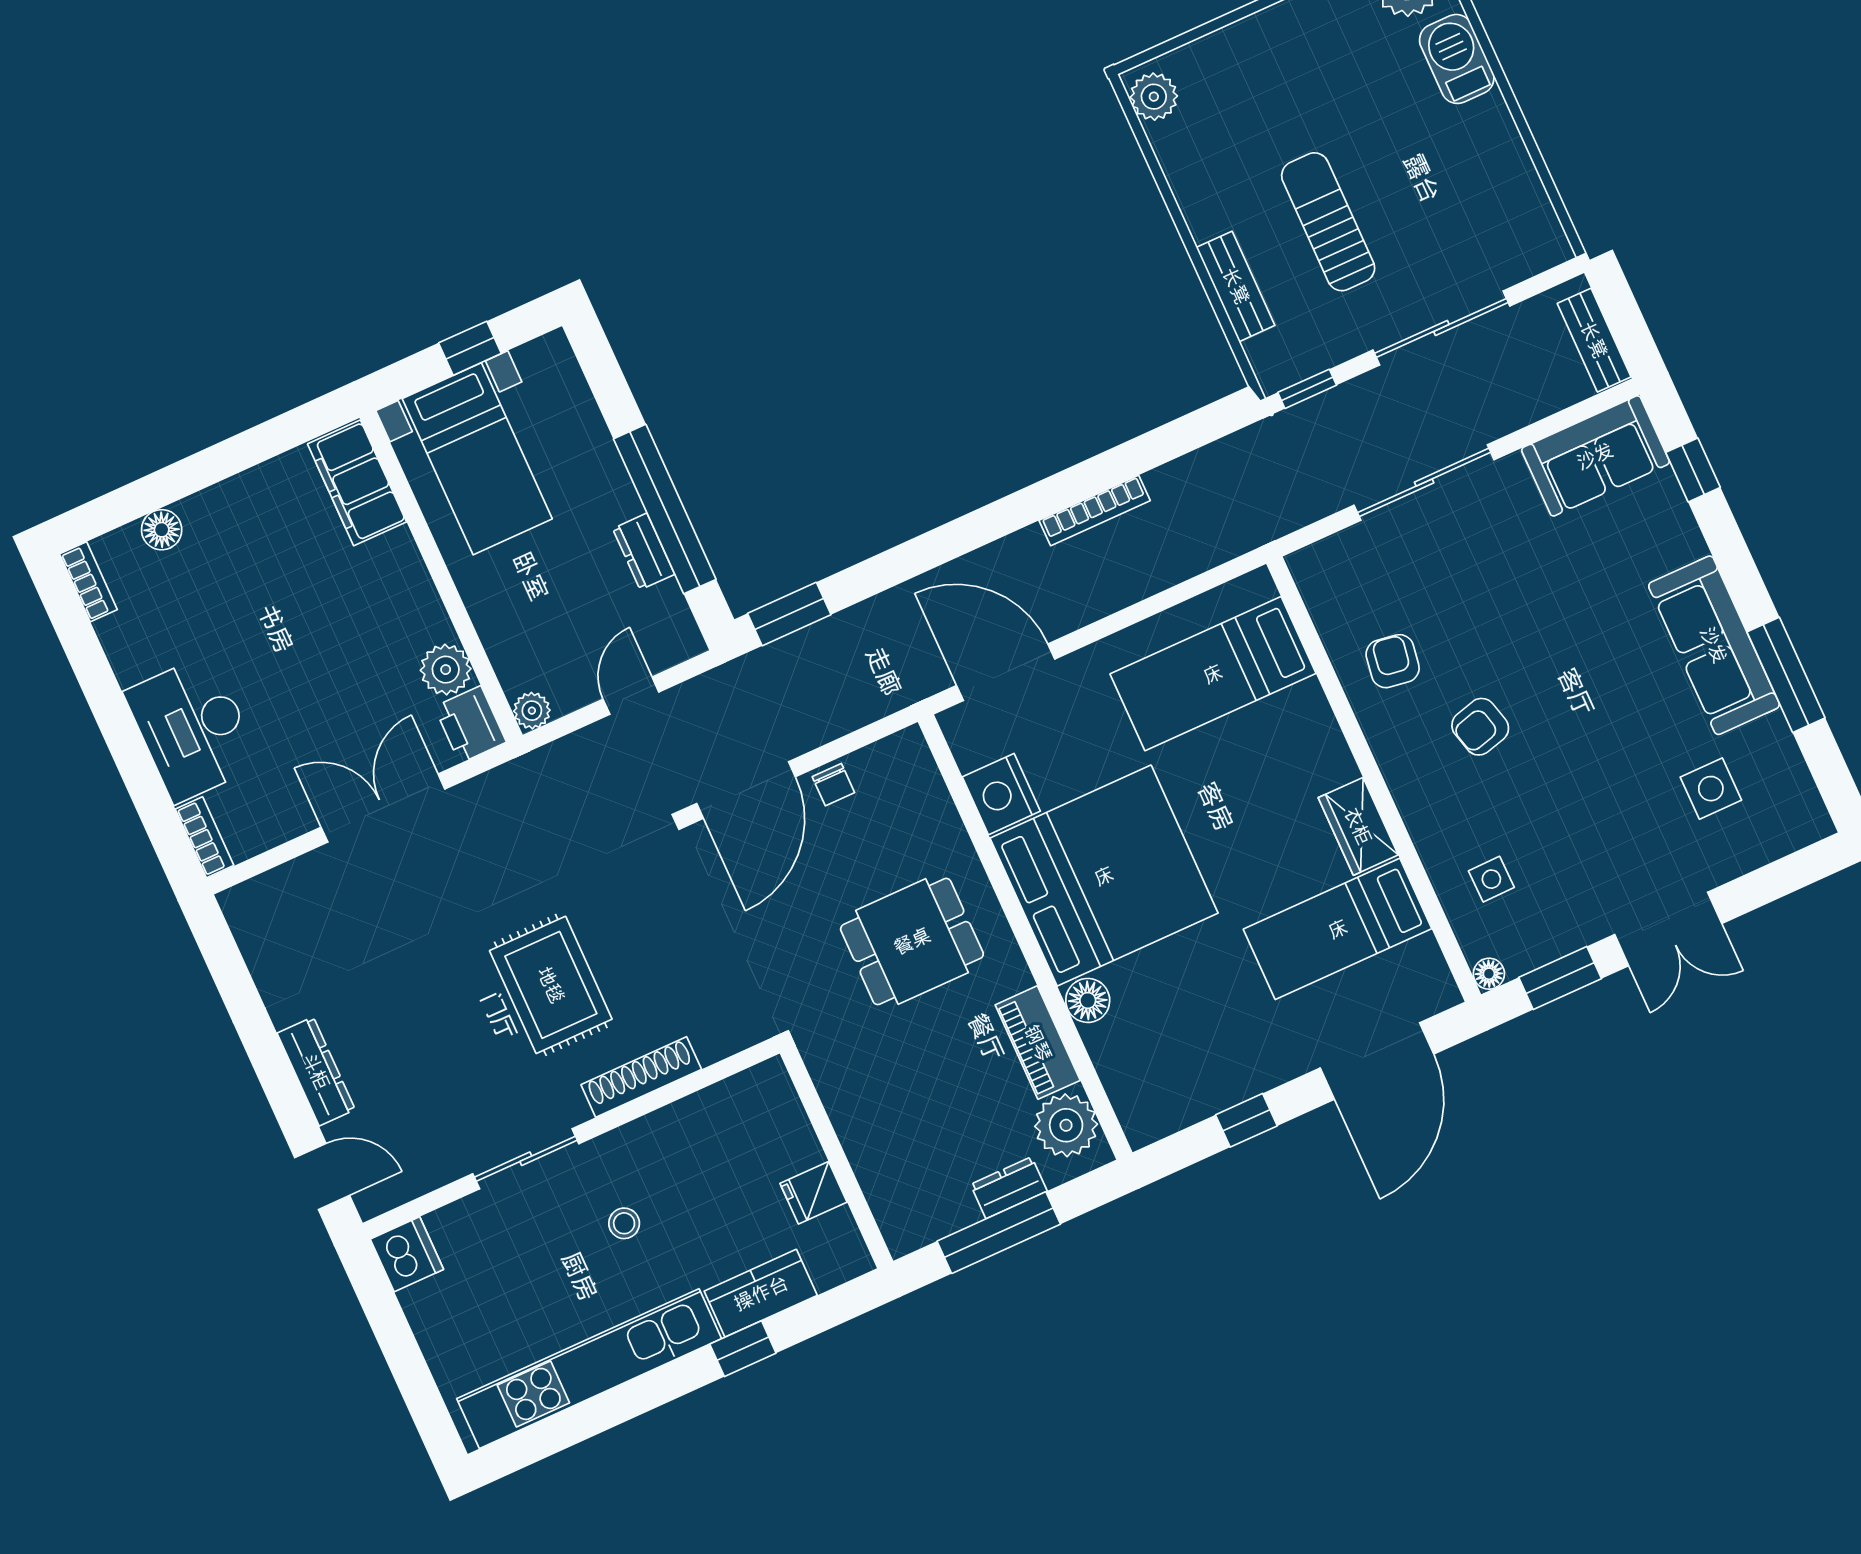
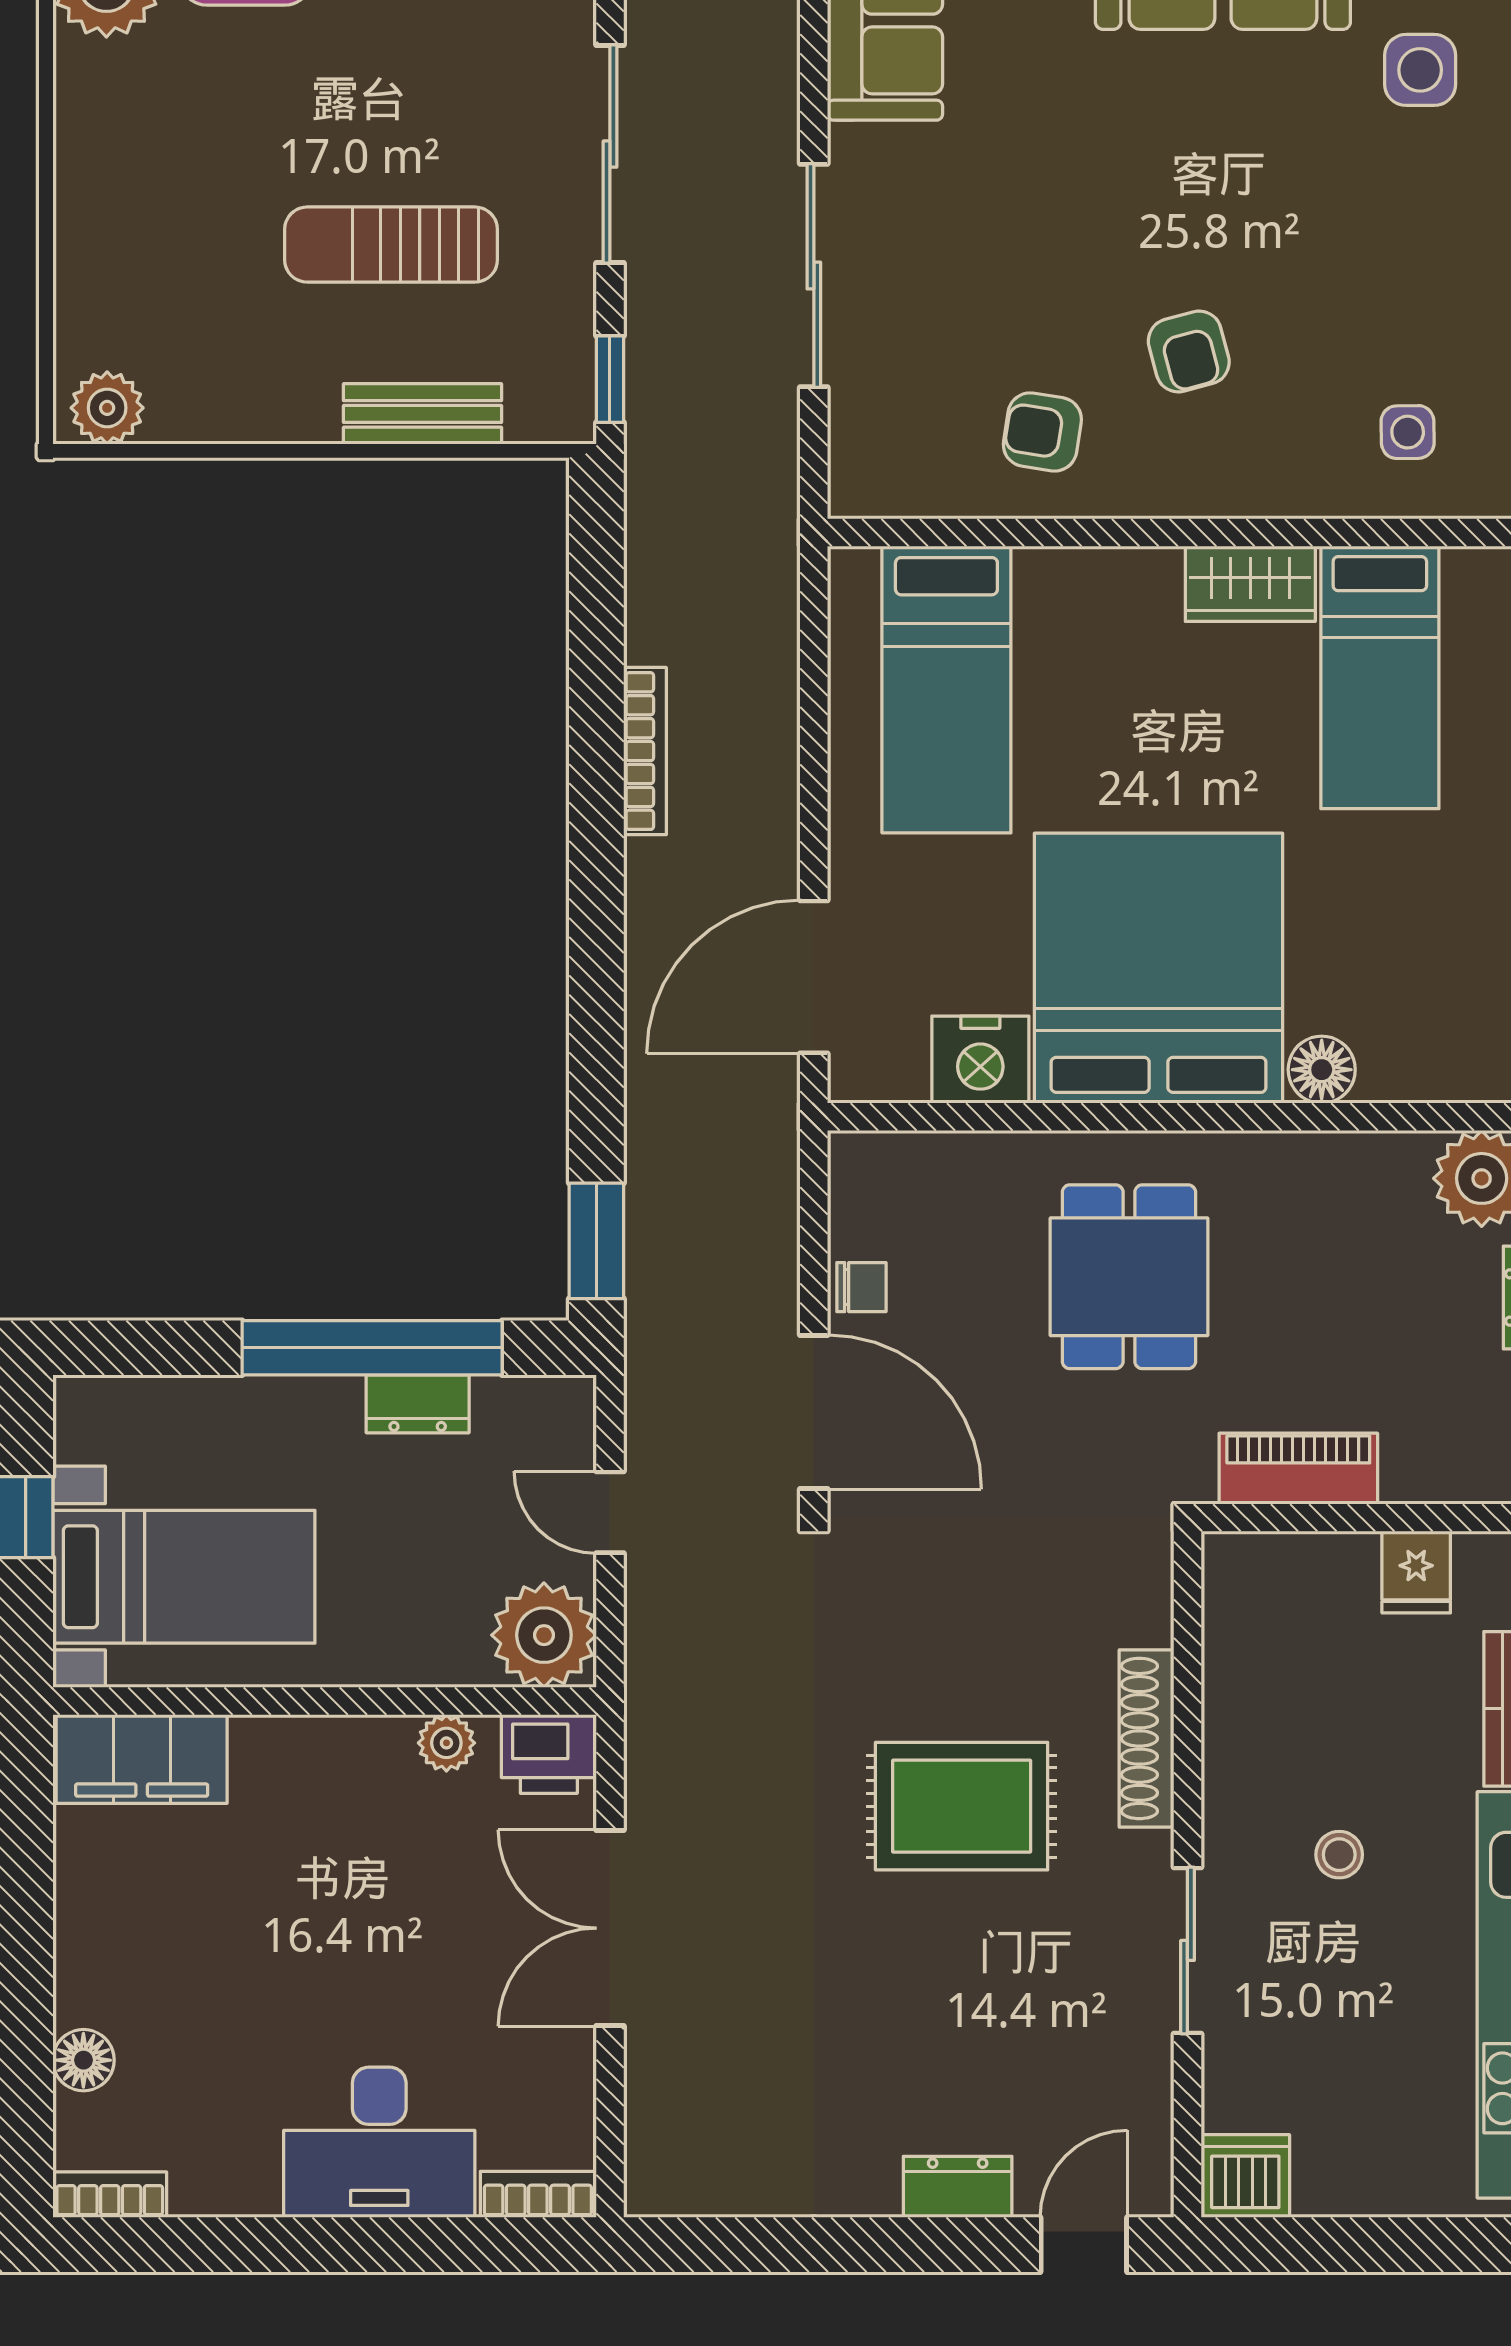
plant: (446, 670) -> (446, 1743), width x0.73, depth x0.73
plant: (532, 711) -> (544, 1635), width x1.87, depth x1.87
piano: (1038, 1043) -> (1298, 1469), moved, turned 180
dresser: (316, 1071) -> (958, 2187), width x0.70

